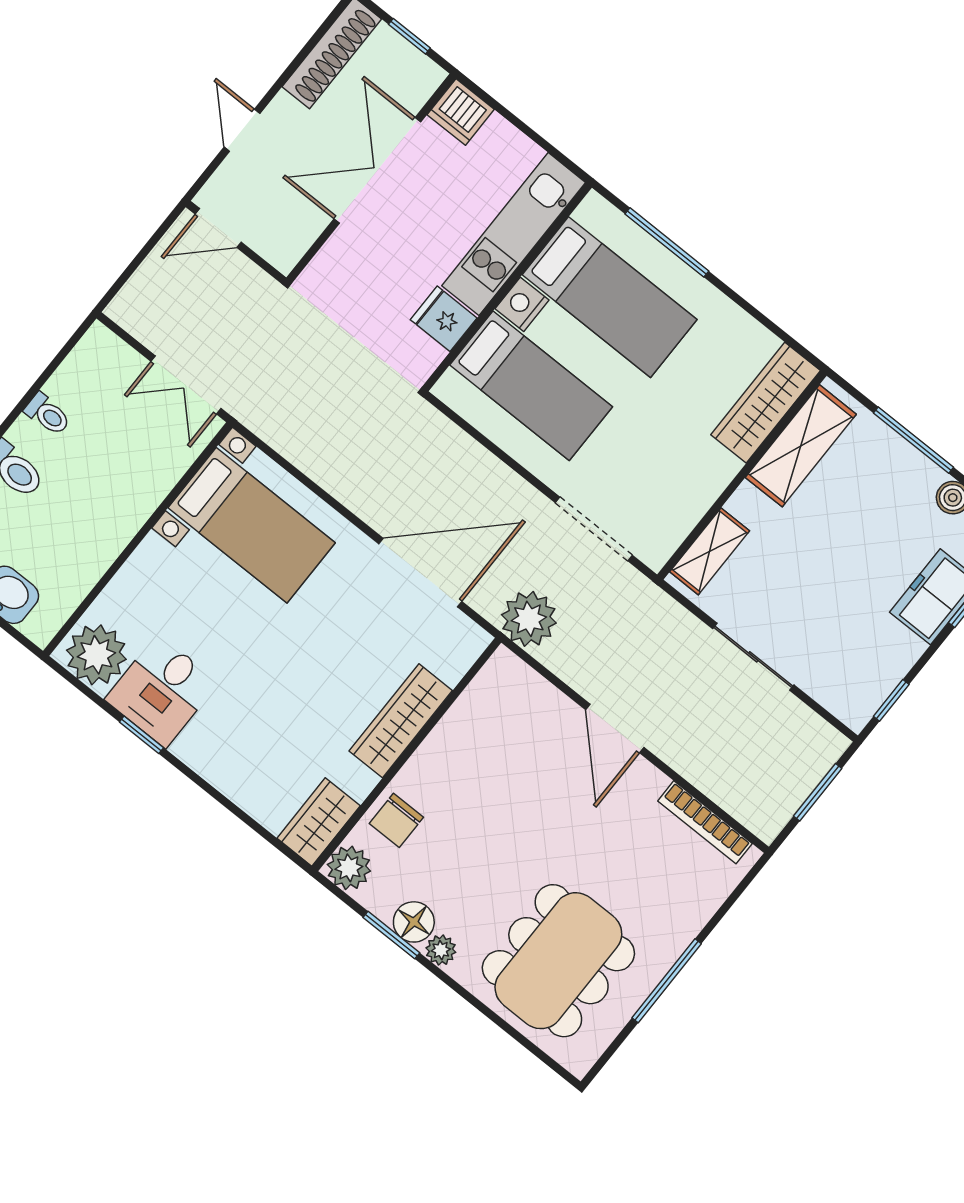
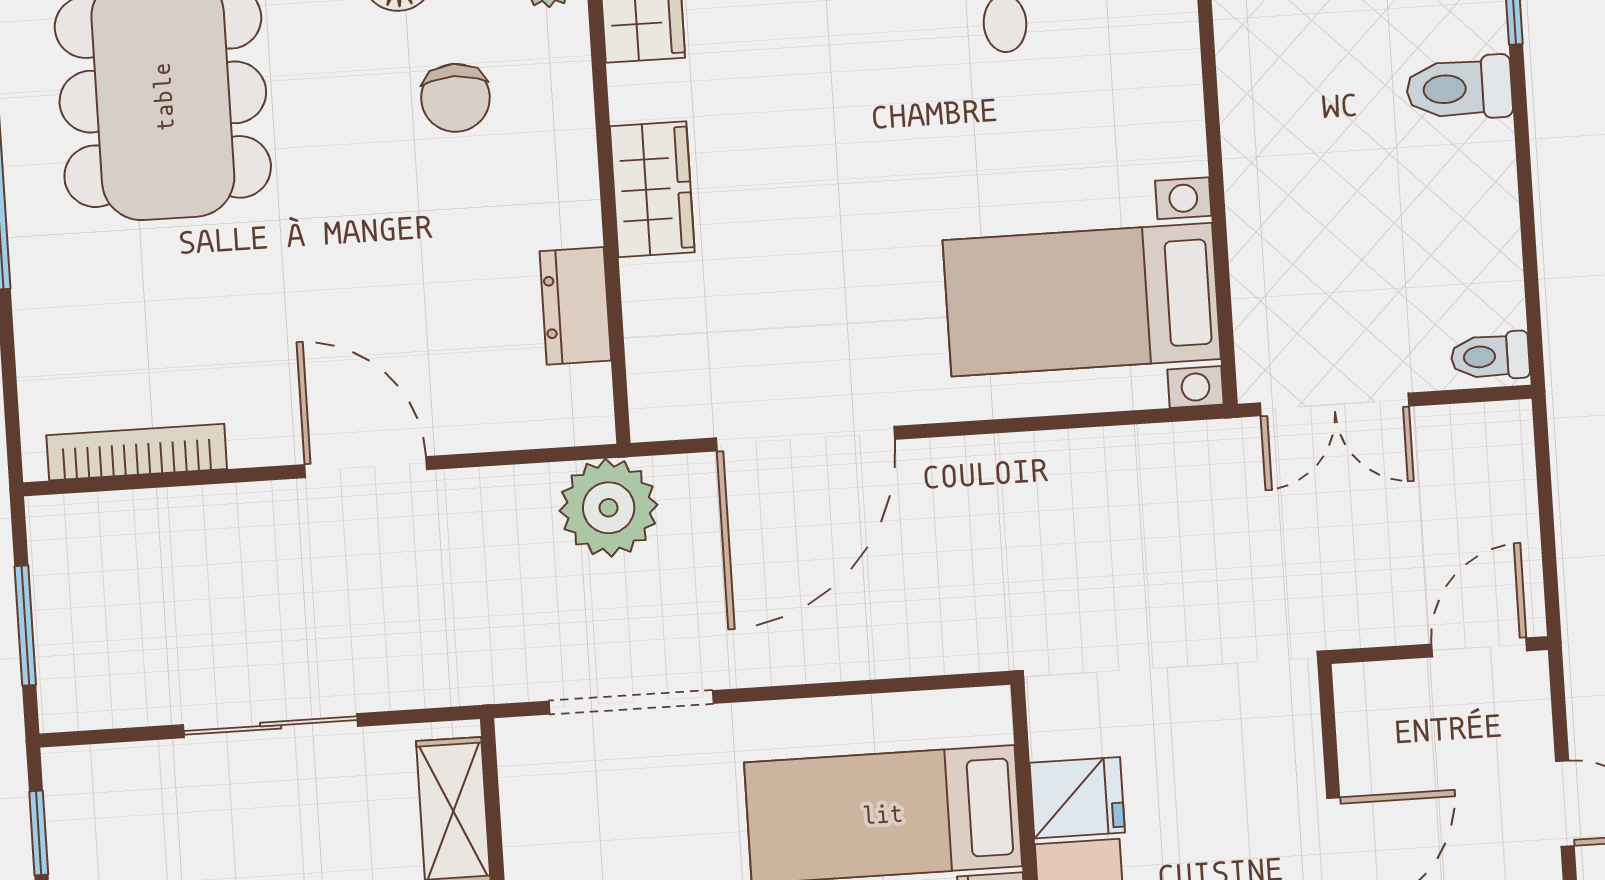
double door: (186, 385) -> (1334, 404), swing flipped
toilet: (48, 414) -> (1490, 356), moved
dresser: (466, 716) -> (575, 306), added
wardrobe: (401, 721) -> (652, 189), width x0.67
chair: (396, 820) -> (455, 98), moved, turned 180

